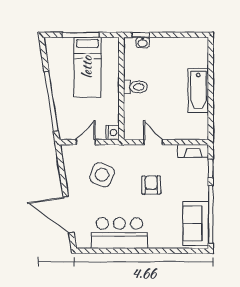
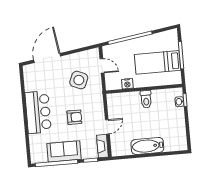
nightstand: (112, 133) -> (127, 84), moved
door: (153, 142) -> (107, 127), moved
sofa: (196, 223) -> (64, 151), moved
bar counter: (119, 233) -> (38, 112), moved

